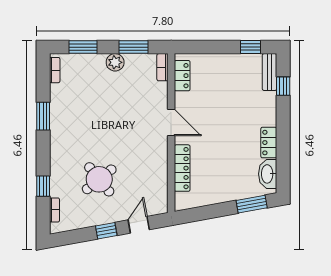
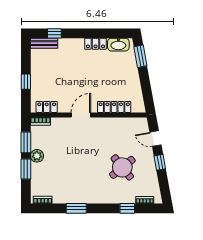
window: (83, 47) -> (26, 169), moved
window: (251, 47) -> (26, 82), moved

